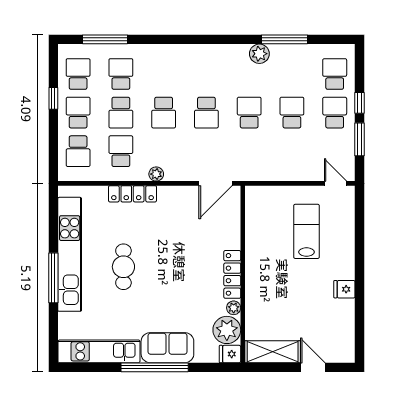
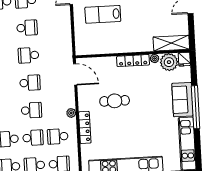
school desk: (292, 113) -> (27, 28), turned 180
cafe table: (123, 267) -> (115, 101), moved
shelving: (273, 352) -> (171, 43), moved, turned 90

